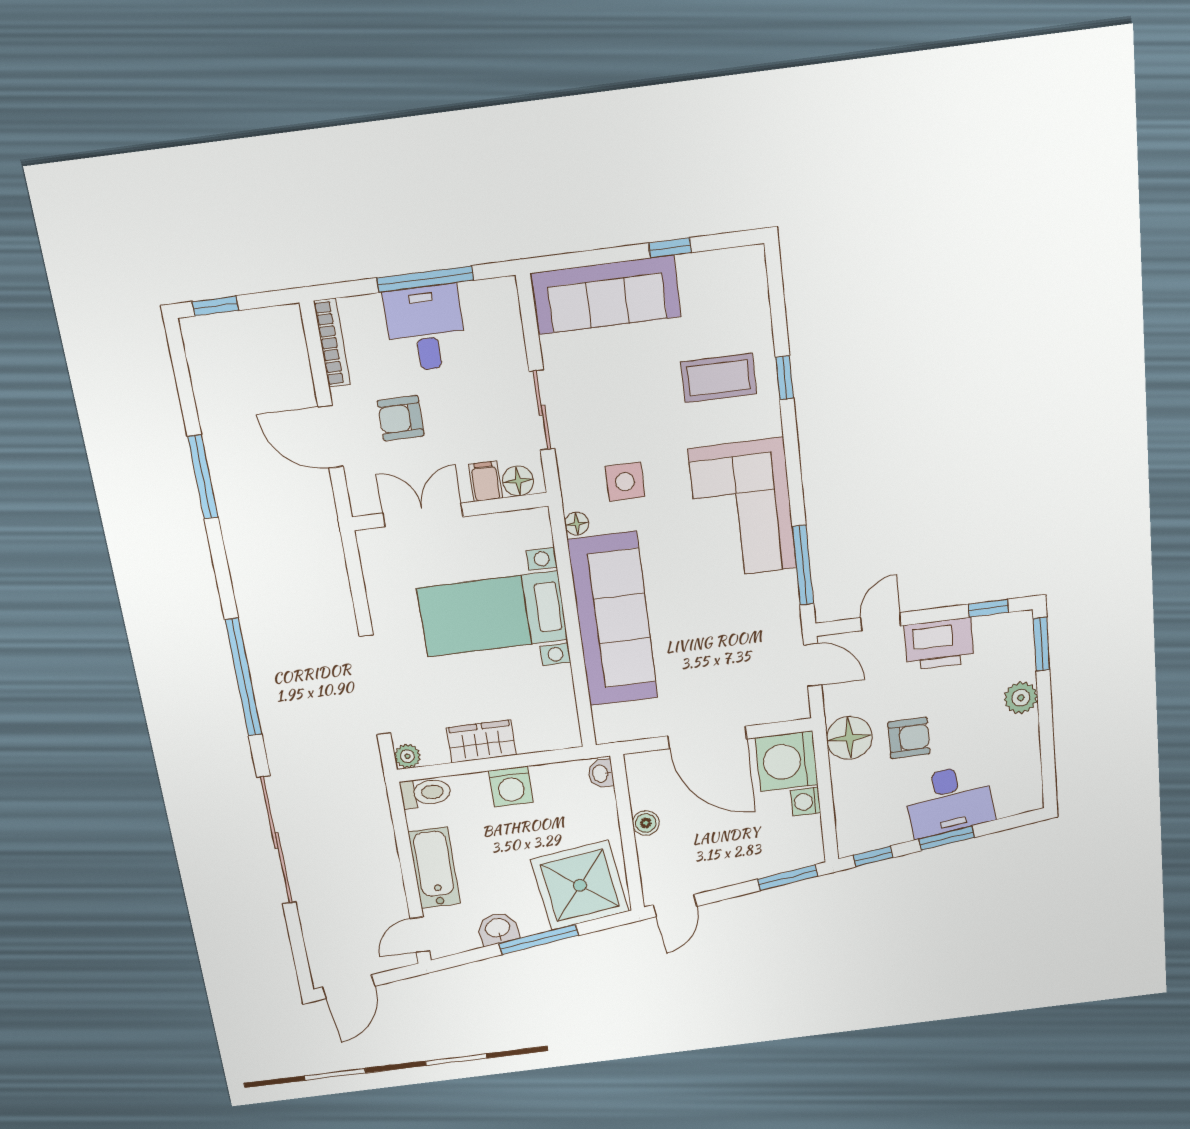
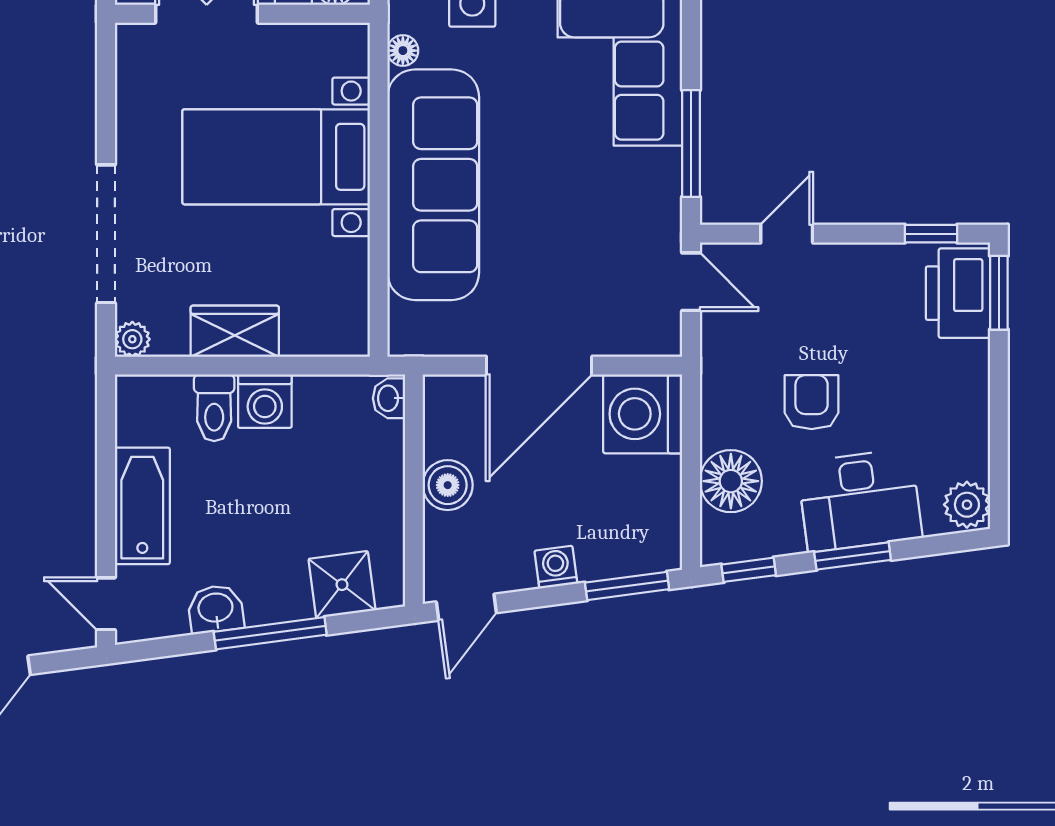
printer: (939, 644) -> (958, 293), moved, turned 90
plant: (1021, 698) -> (967, 505), moved
door: (707, 737) -> (539, 366), hinge flipped
floor lamp: (849, 738) -> (731, 481), moved
armchair: (909, 738) -> (812, 402), turned -90
toilet: (426, 793) -> (214, 408), moved, turned 90
washing machine: (806, 802) -> (556, 567), moved, turned 82
boiler: (646, 823) -> (448, 485), width x1.36, depth x1.36
shower: (580, 885) -> (342, 585), width x0.54, depth x0.54
door: (420, 935) -> (106, 604), hinge flipped

